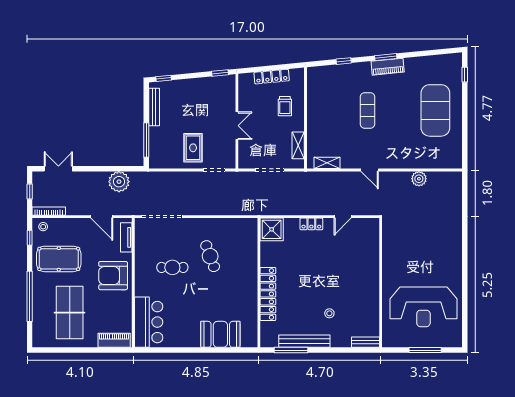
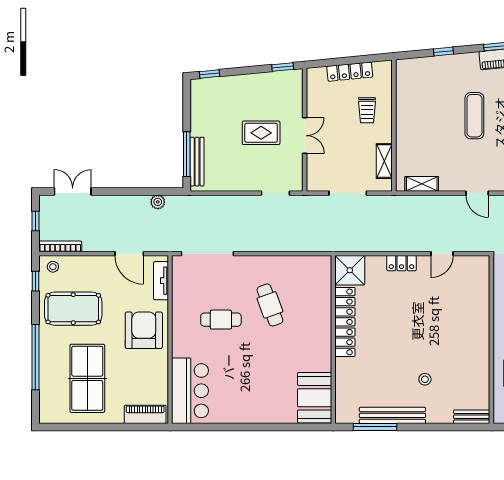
bench: (154, 107) -> (197, 162), moved
rug: (193, 148) -> (261, 133), moved, turned 90
plant: (119, 182) -> (158, 202), width x0.53, depth x0.53
armchair: (113, 276) -> (144, 330), turned 90
locker: (268, 294) -> (345, 322), moved
booth: (220, 334) -> (315, 398), moved, turned 90

